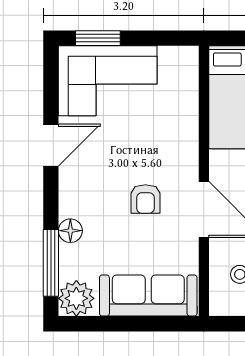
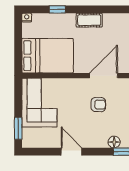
corner sofa: (108, 81) -> (39, 103), moved

